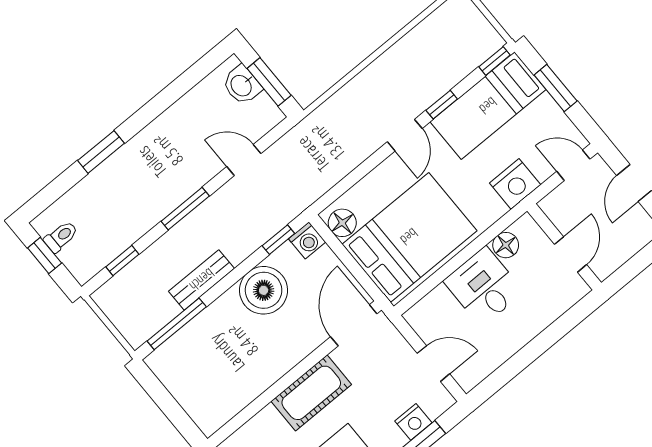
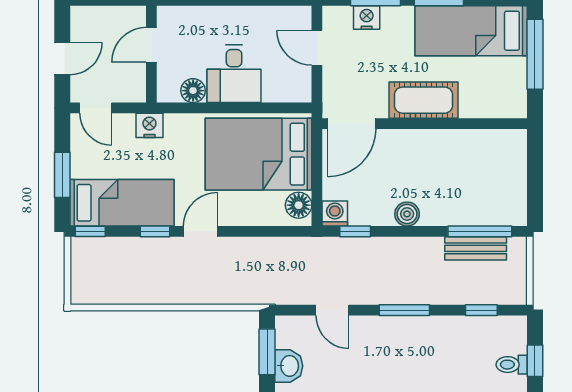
nightstand: (515, 184) -> (149, 125), width x0.74, depth x0.75
bench: (202, 280) -> (476, 248), moved
boiler: (264, 290) -> (407, 214), width x0.54, depth x0.54

